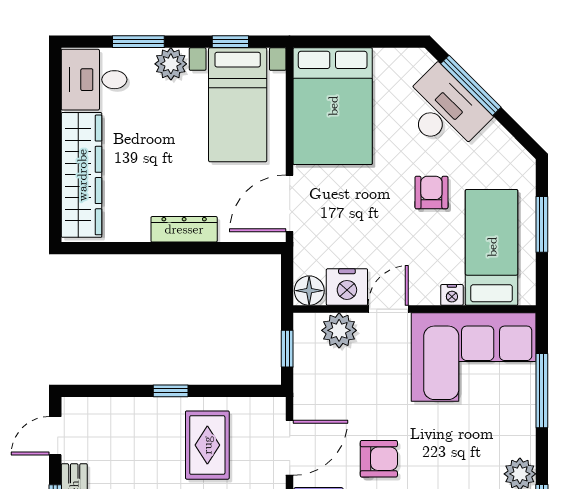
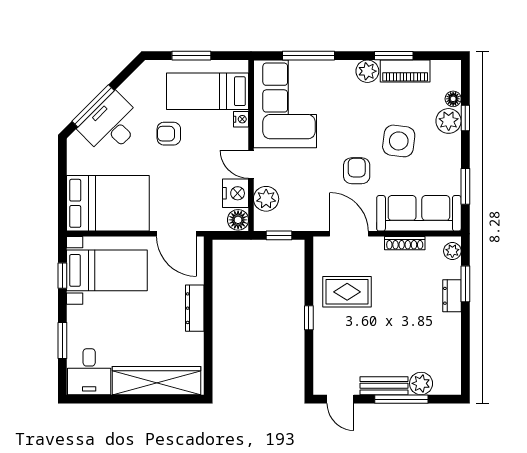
plant: (171, 64) -> (78, 318), removed

